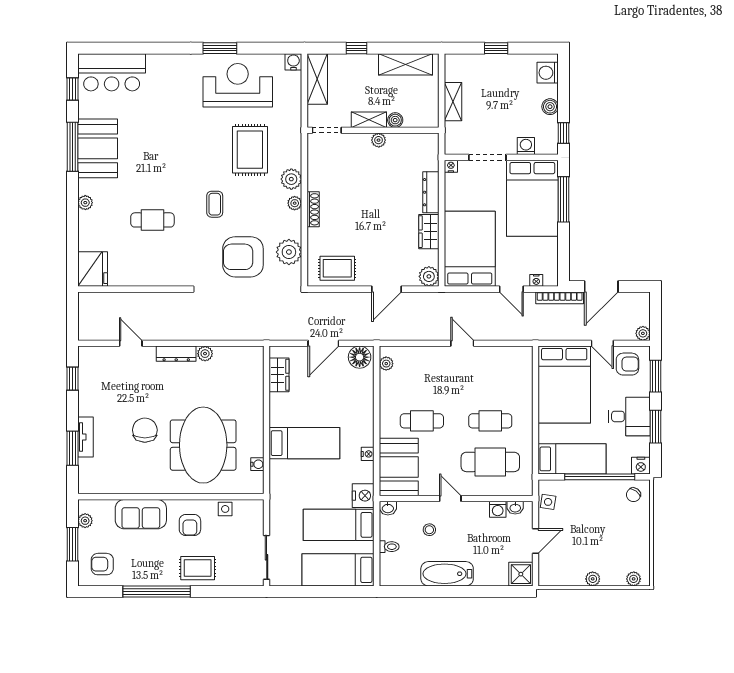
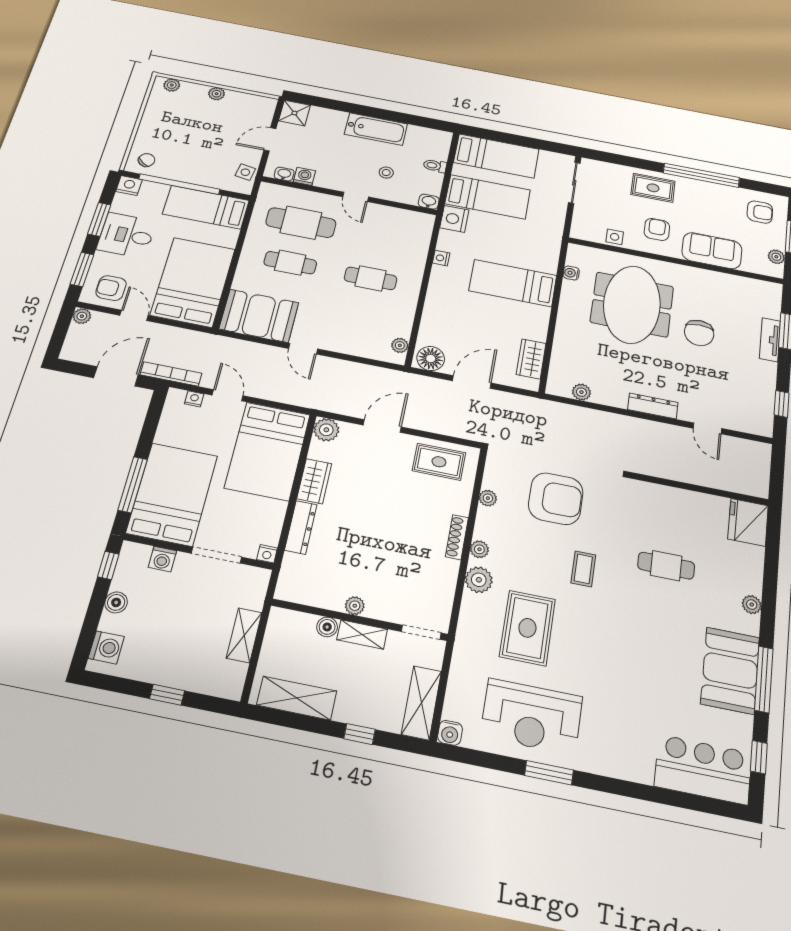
plant: (289, 252) -> (488, 498), width x0.53, depth x0.53
plant: (205, 354) -> (581, 392), moved
booth: (399, 467) -> (259, 316), moved, turned 90

